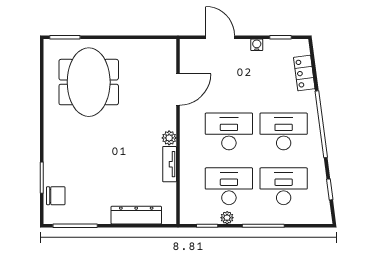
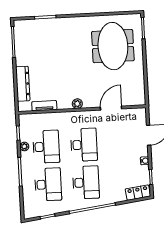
locker: (304, 73) -> (138, 193), moved
meeting table: (89, 82) -> (113, 46), turned 90
door: (178, 90) -> (111, 108), swing flipped
tv unit: (170, 164) -> (44, 106), moved
chair: (56, 196) -> (33, 27), removed

